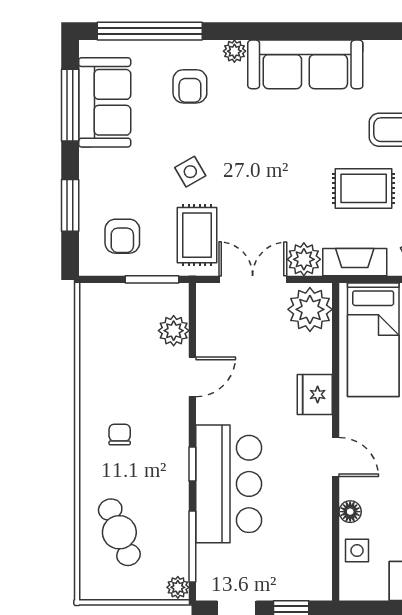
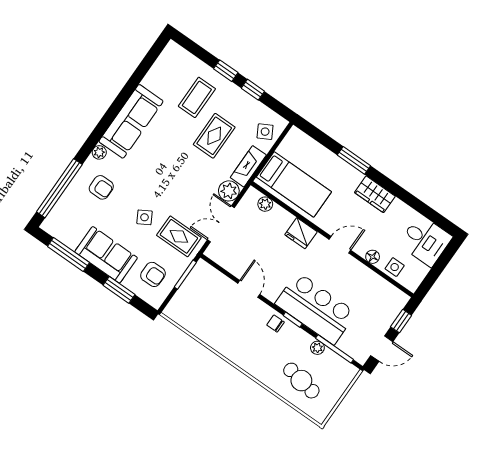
sofa: (105, 102) -> (106, 255), moved
plant: (310, 309) -> (265, 204), width x0.53, depth x0.53
plant: (174, 331) -> (219, 282), removed
chair: (120, 435) -> (276, 324), moved
cafe table: (119, 532) -> (301, 381), turned 32
plant: (178, 587) -> (317, 348), moved

